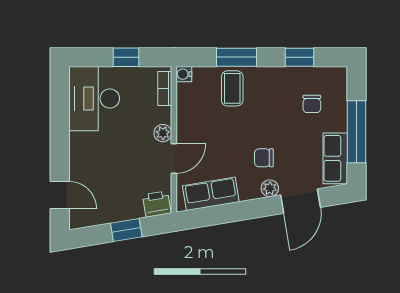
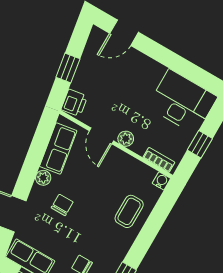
window: (236, 57) -> (151, 228), removed
coffee table: (232, 88) -> (129, 211), turned 90
plant: (270, 188) -> (43, 178), moved

